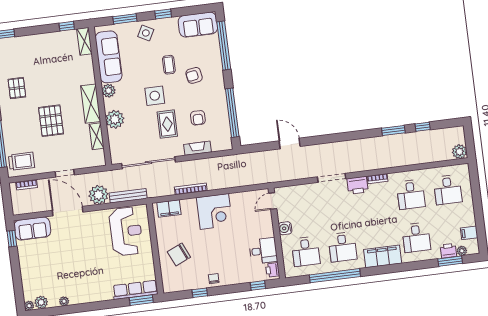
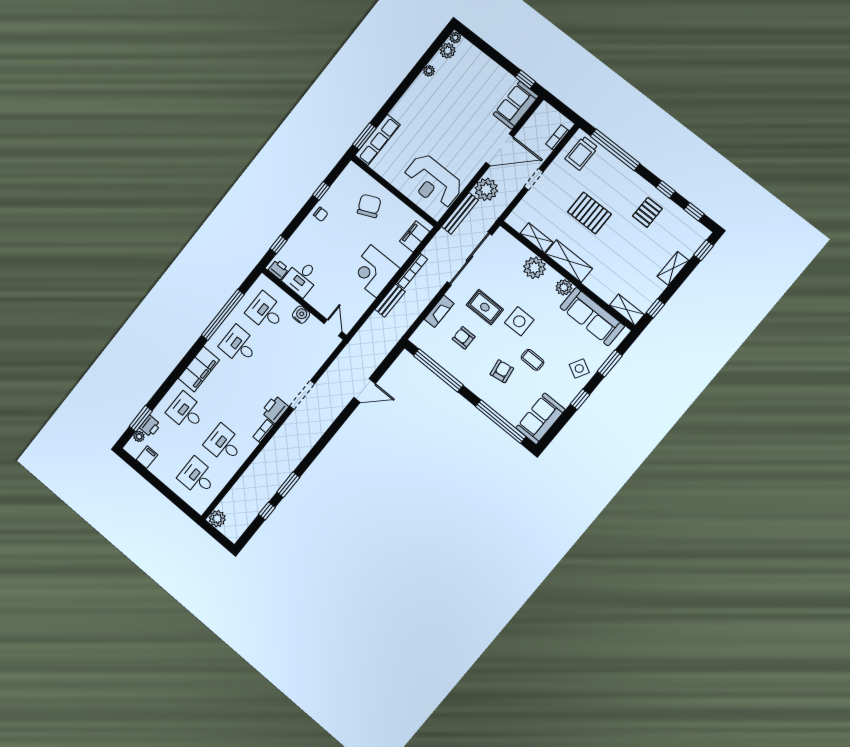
shelving: (34, 40) -> (673, 268), added
pallet: (17, 88) -> (647, 212), turned 90
bench: (221, 184) -> (390, 301), added

